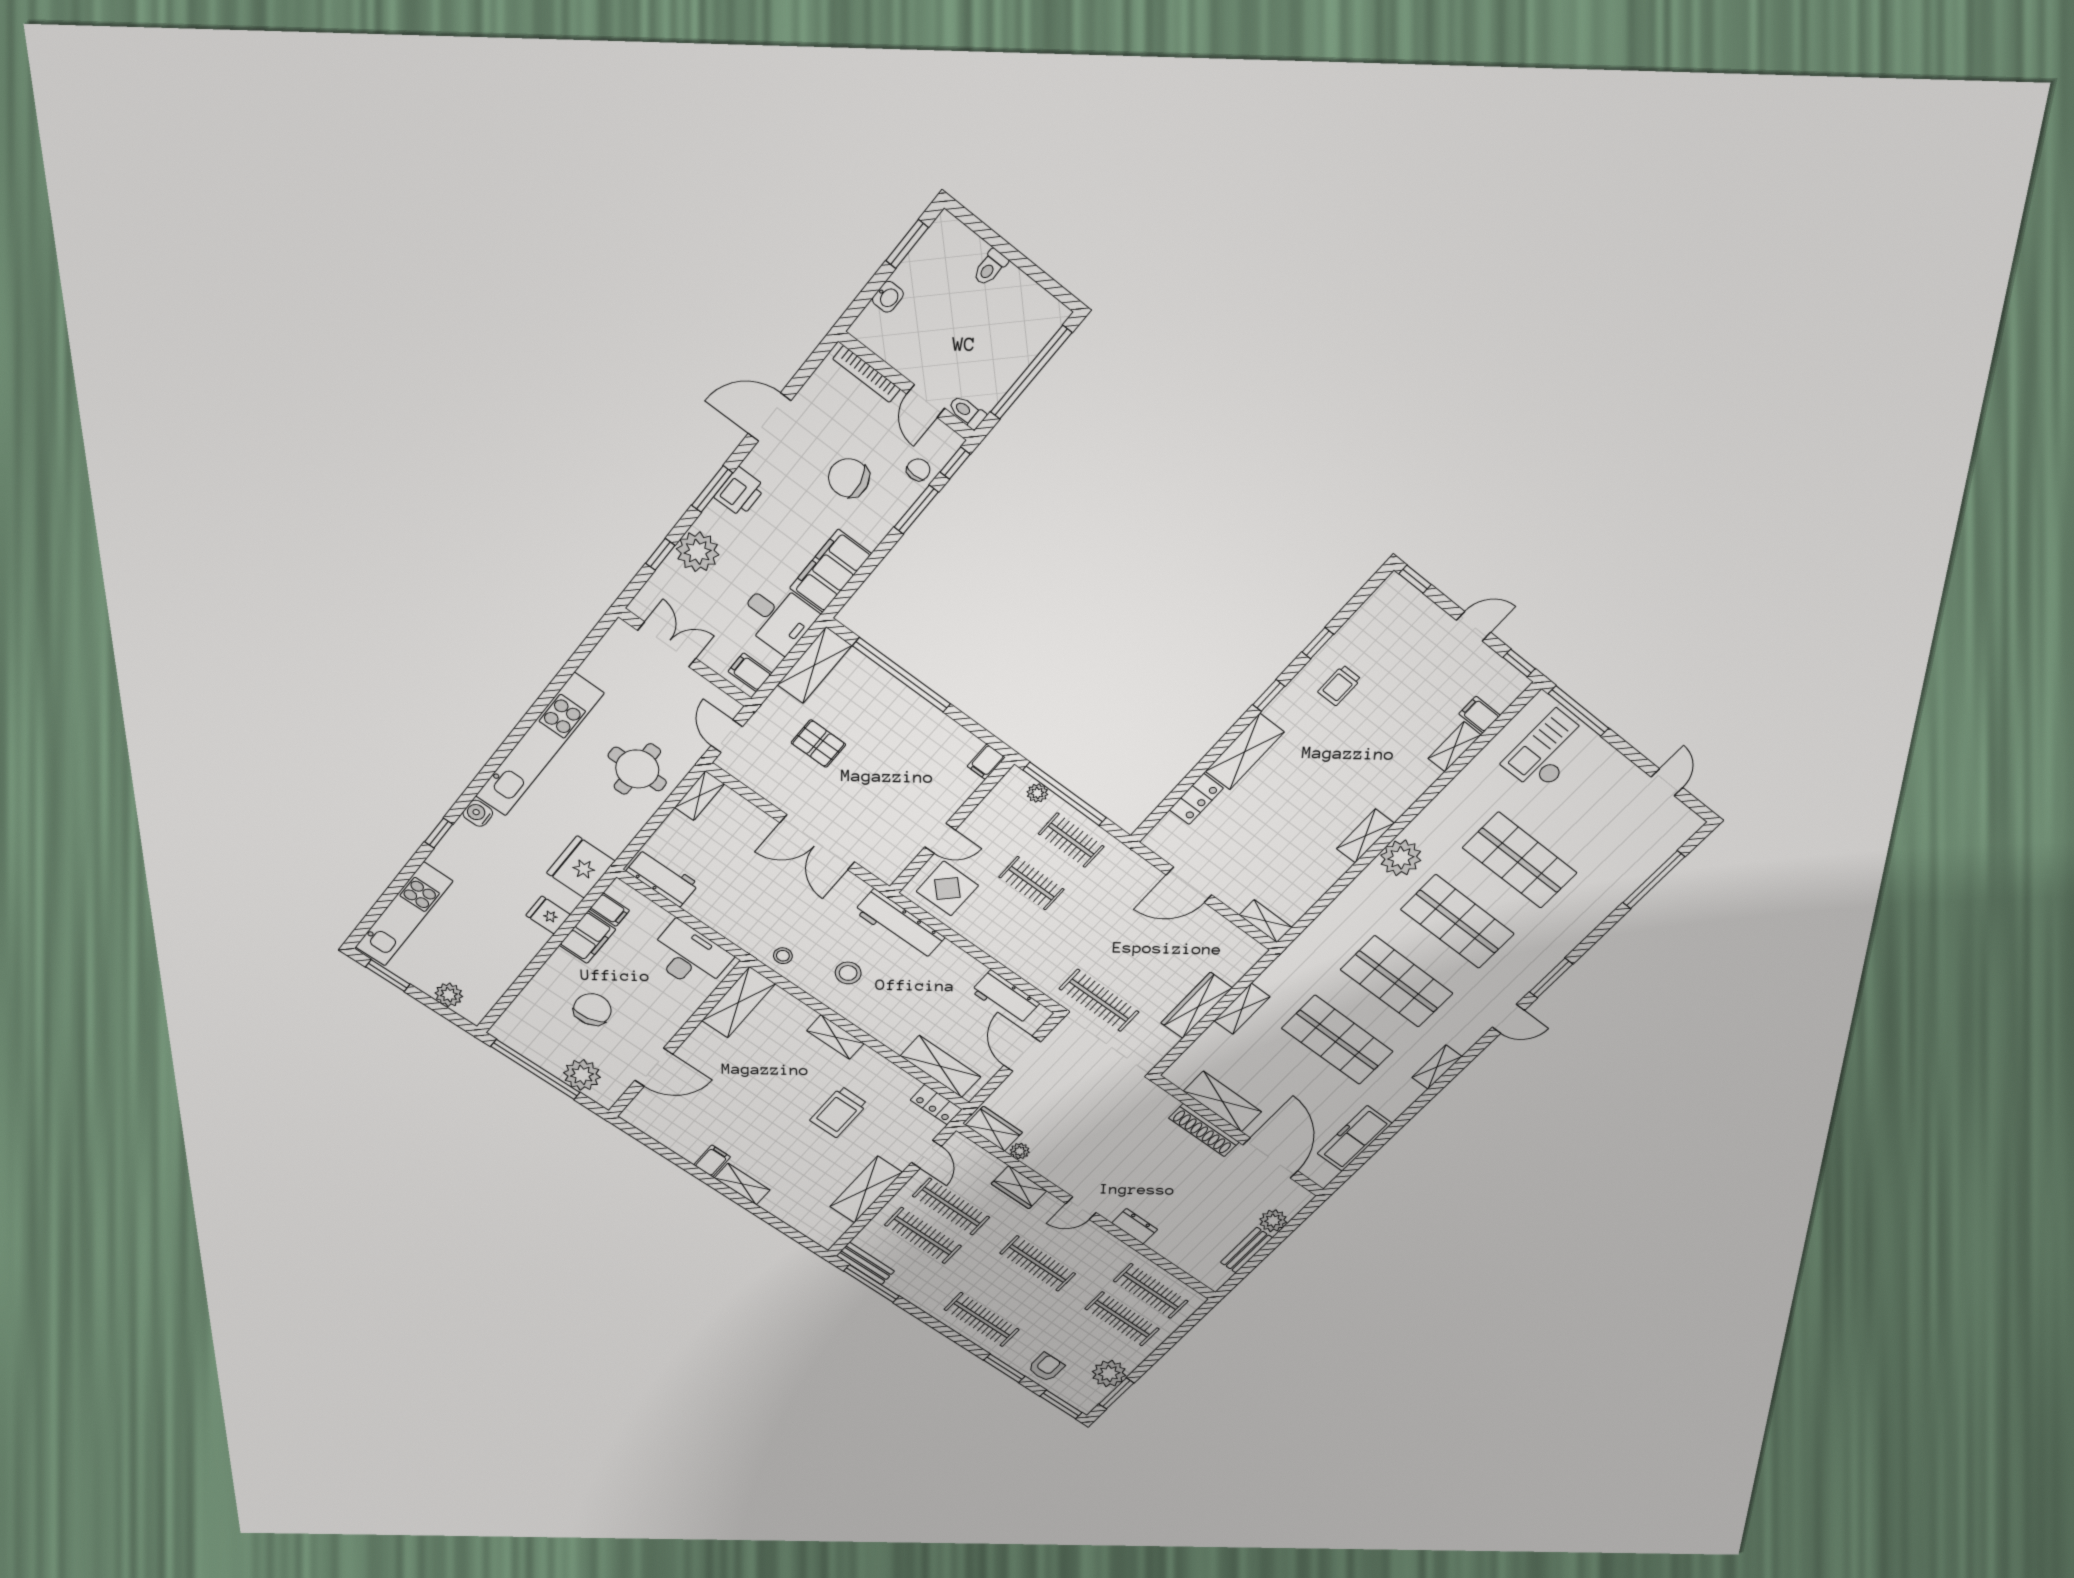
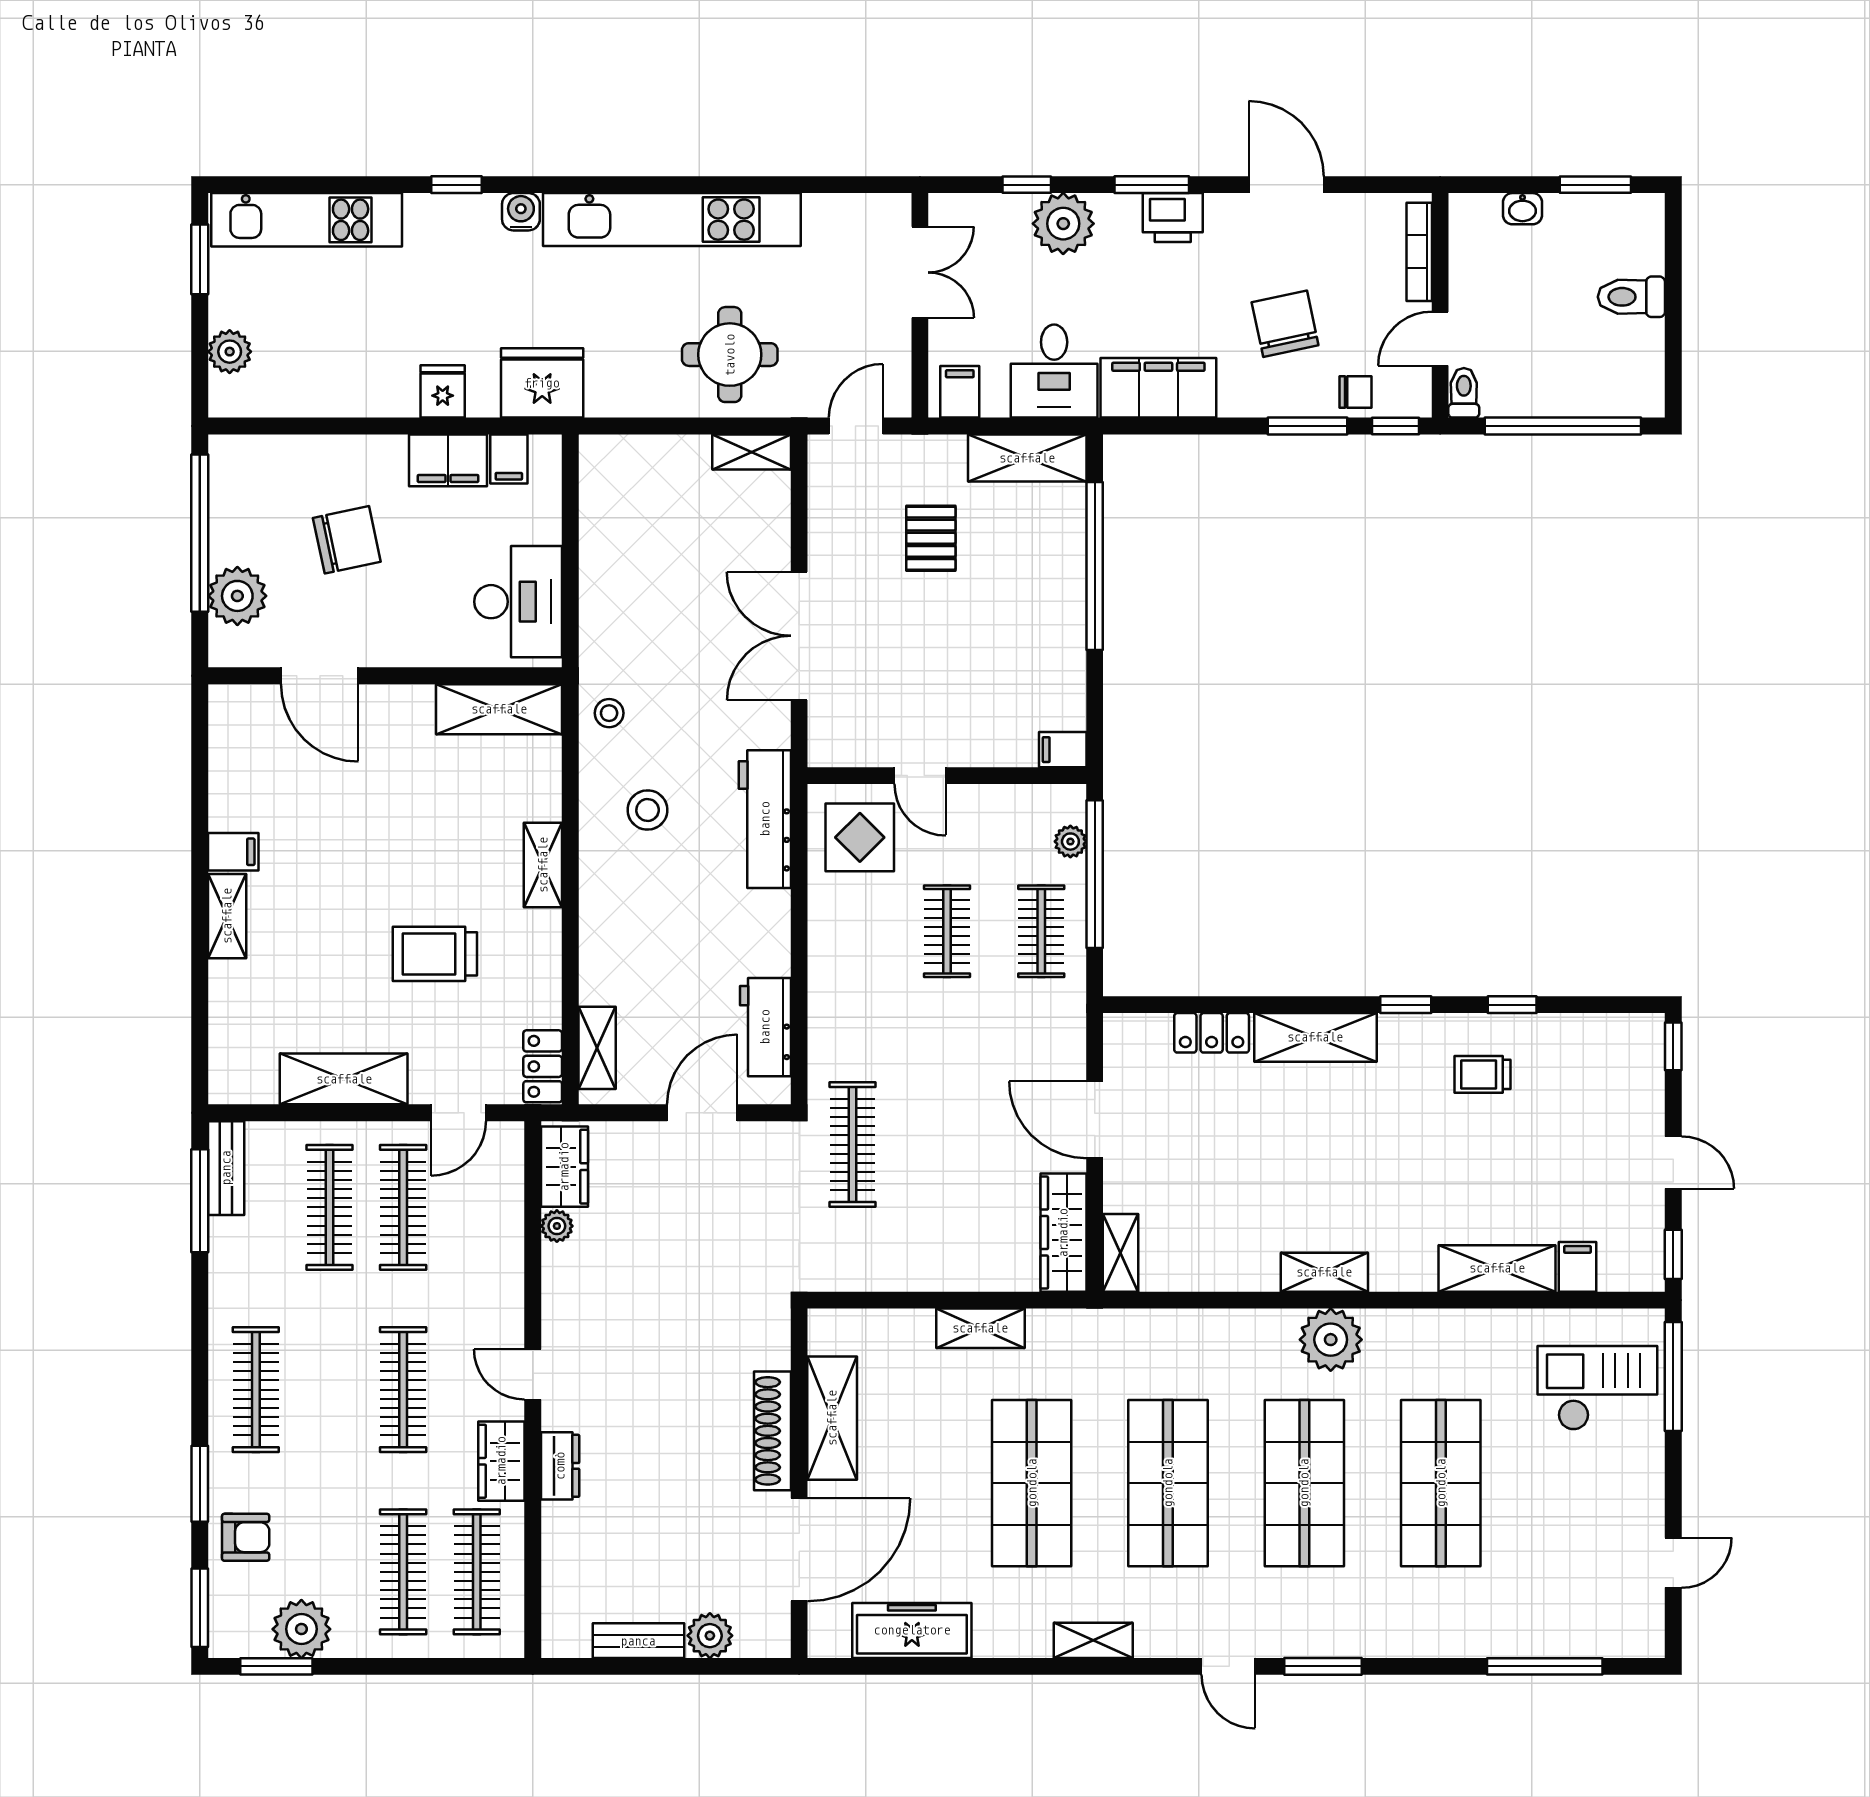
toilet: (990, 267) -> (1631, 297), width x1.37, depth x1.39
shelving: (1454, 747) -> (1497, 1268), width x1.50, depth x1.33
workbench: (663, 878) -> (604, 490), removed
wardrobe: (1196, 1005) -> (1063, 1233), moved, turned -90
shelving: (941, 1066) -> (597, 1048), width x0.67, depth x0.75
wardrobe: (1019, 1187) -> (501, 1461), moved

